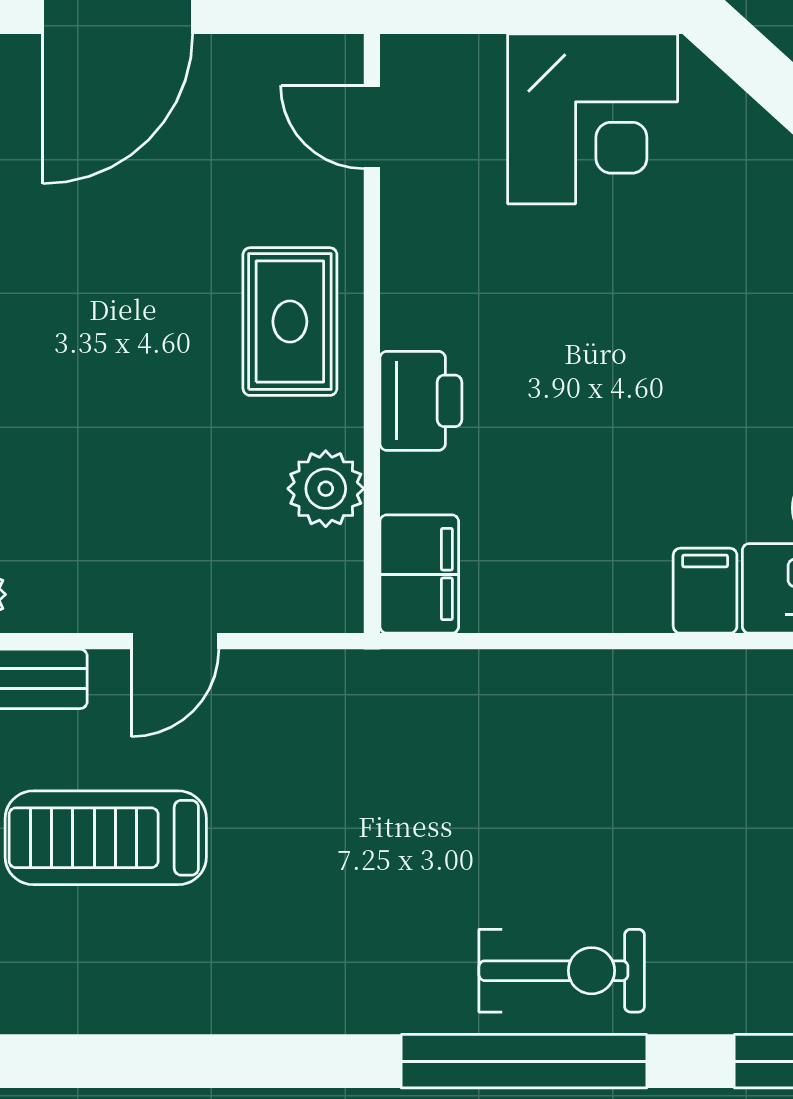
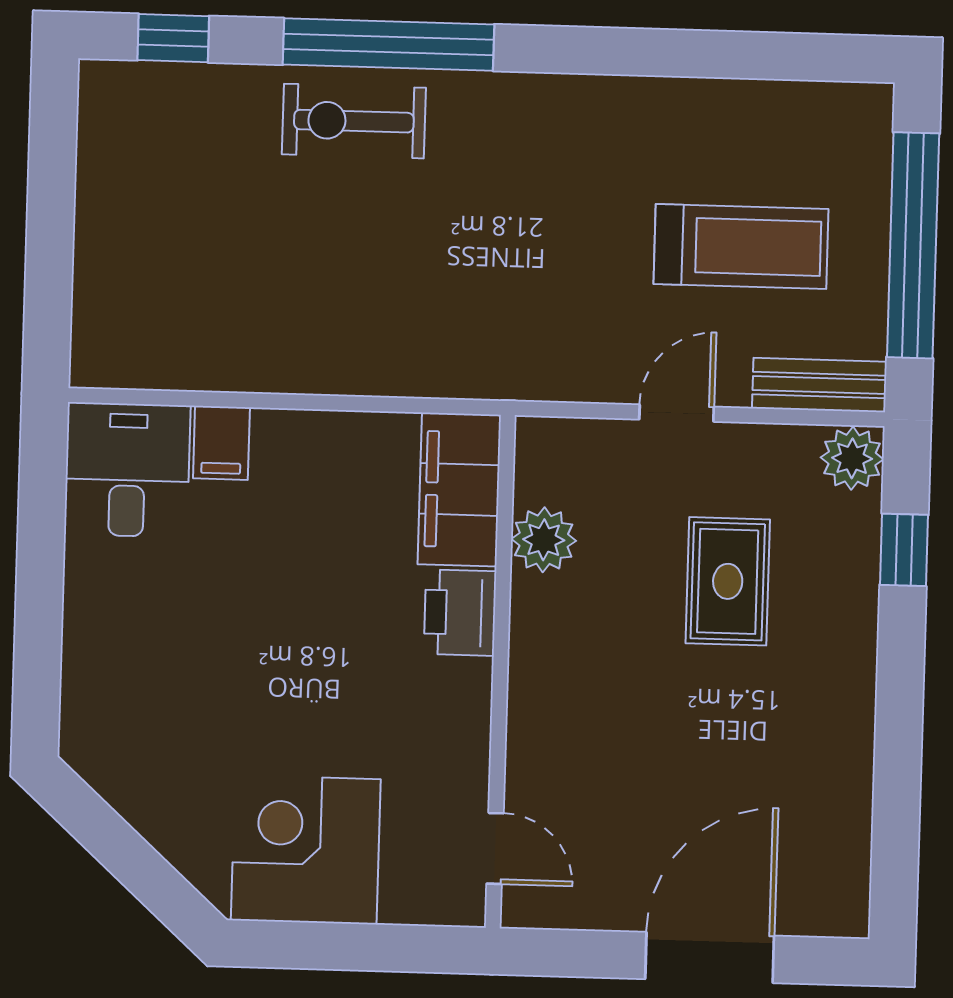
rug: (290, 322) -> (728, 581), moved
filing cabinet: (419, 574) -> (459, 490), width x1.50, depth x1.17

